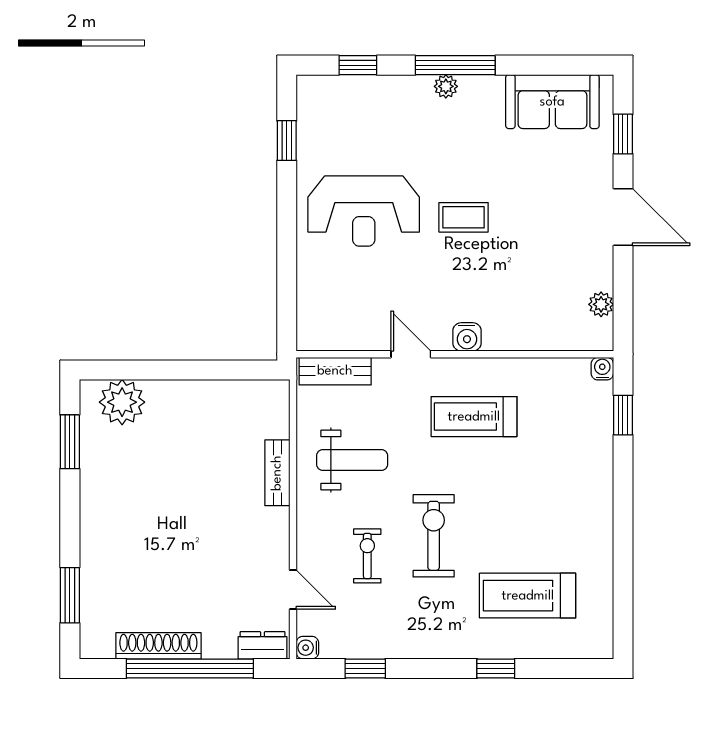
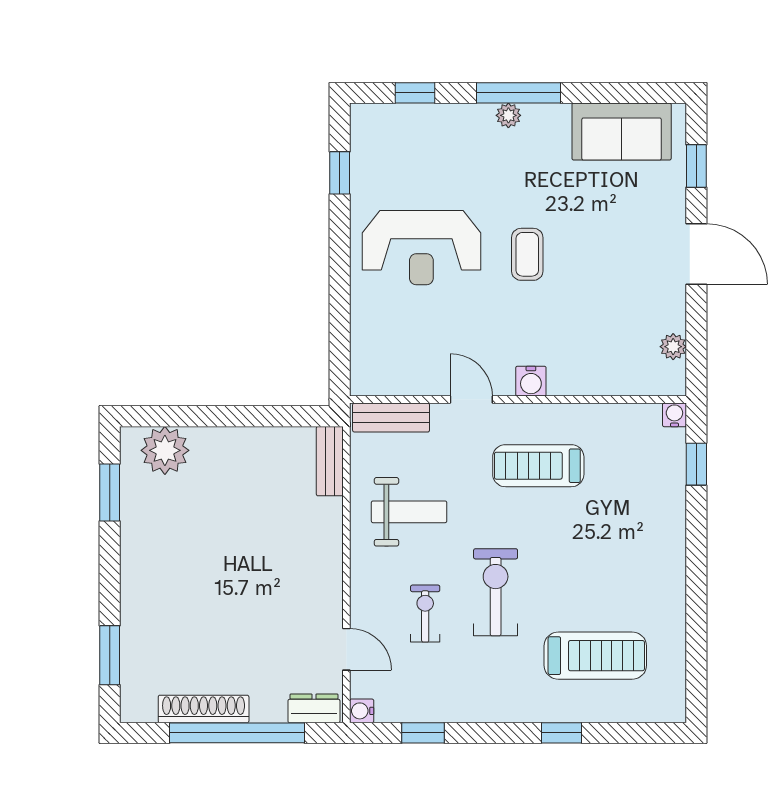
coffee table: (464, 217) -> (527, 254), turned 90
bench: (277, 473) -> (330, 461), moved
treadmill: (528, 596) -> (595, 656), turned 180

